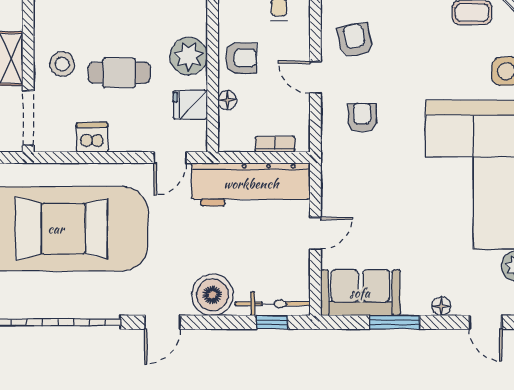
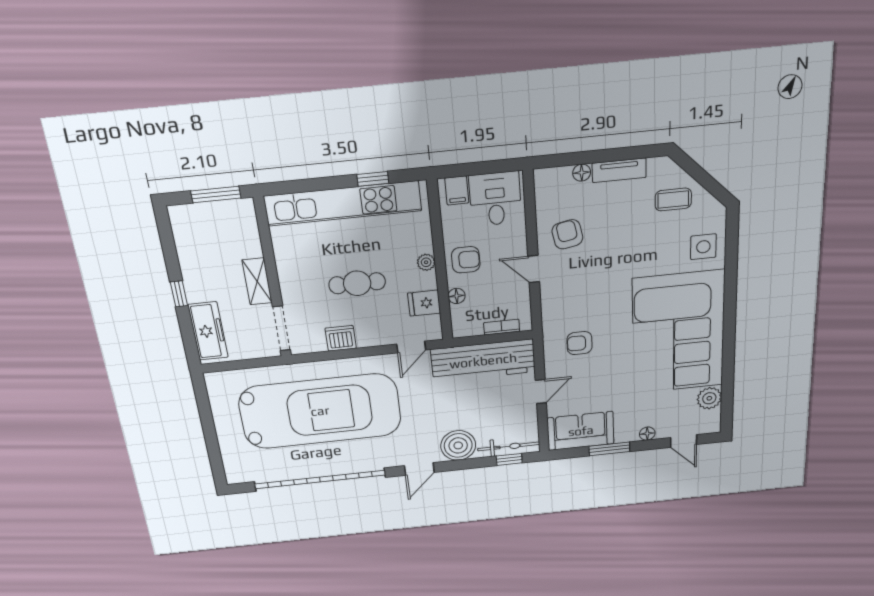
plant: (189, 56) -> (426, 262), width x0.53, depth x0.53
stool: (62, 64) -> (305, 281), removed
armchair: (362, 118) -> (580, 343), moved, turned -90

